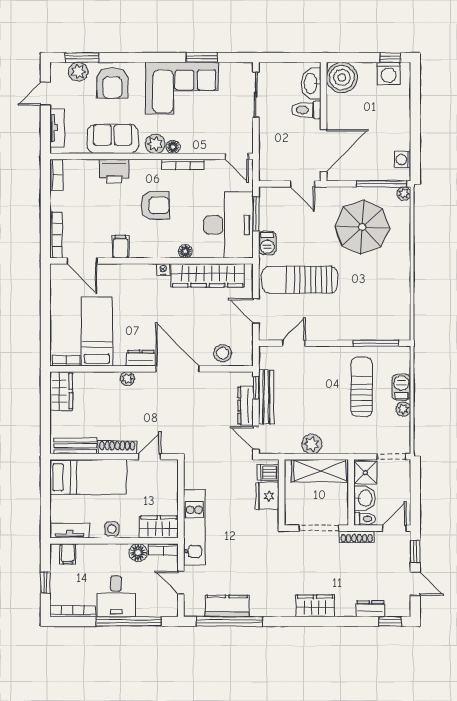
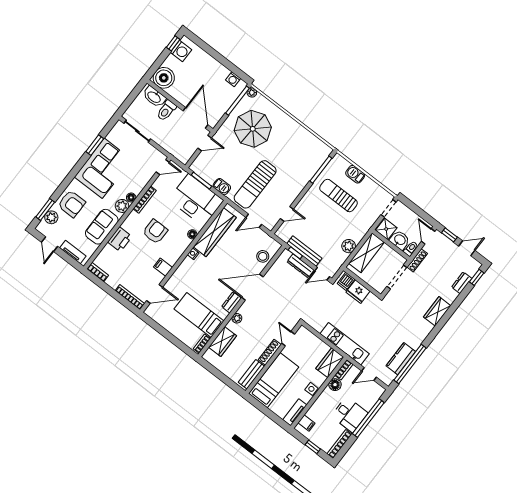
door: (294, 343) -> (287, 214), swing flipped
wardrobe: (61, 391) -> (223, 341), moved, turned 90
plant: (403, 409) -> (368, 182), removed

